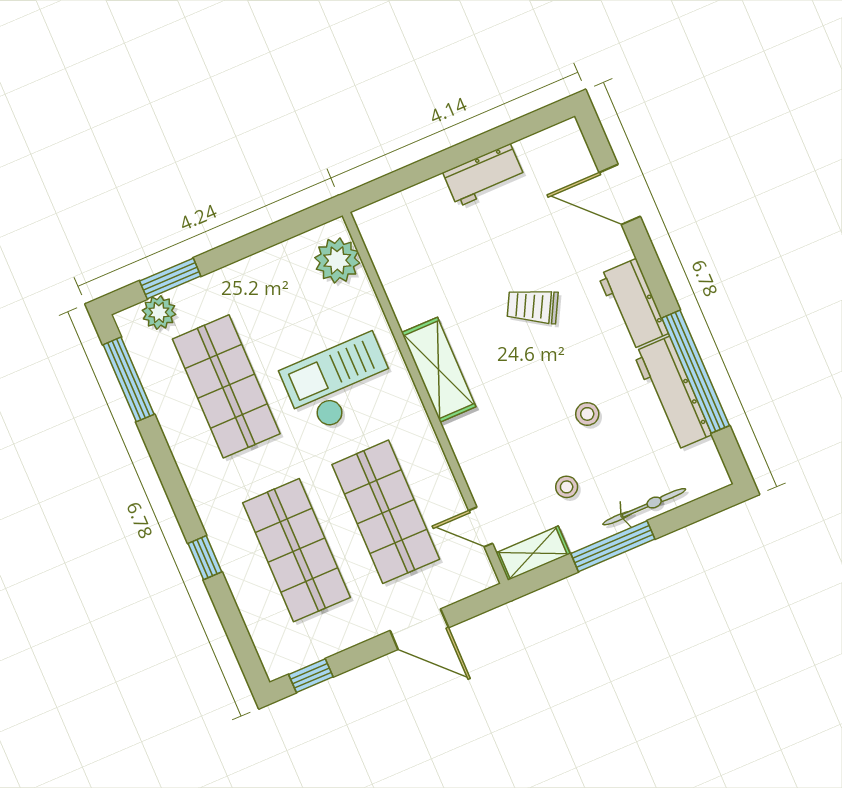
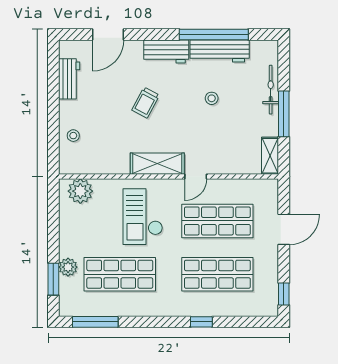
workbench: (484, 175) -> (69, 79), moved
plant: (159, 312) -> (68, 267), moved
stool: (567, 487) -> (73, 136), moved
door: (481, 527) -> (196, 176), moved

